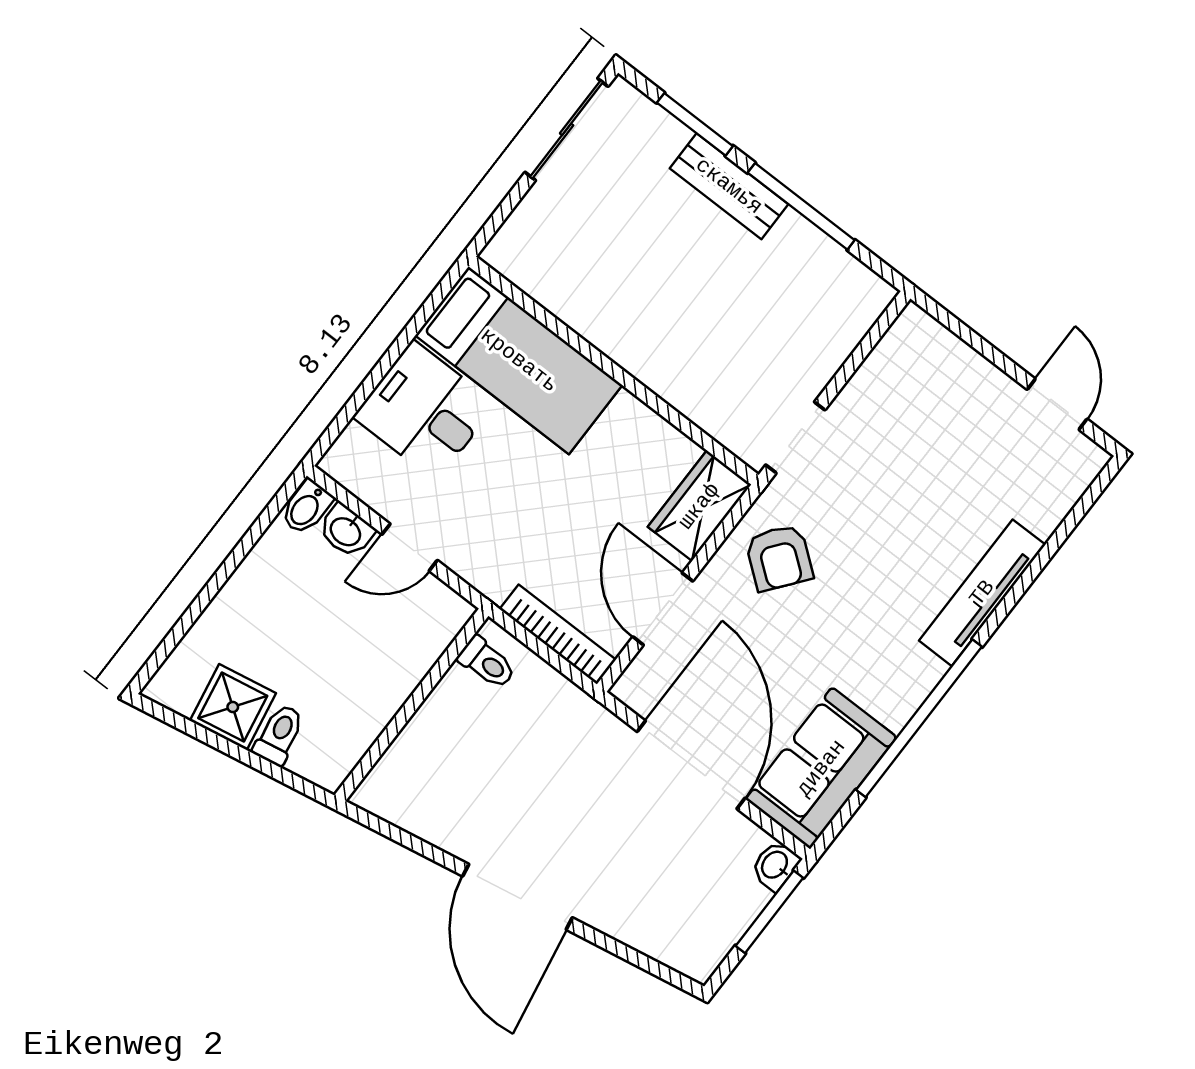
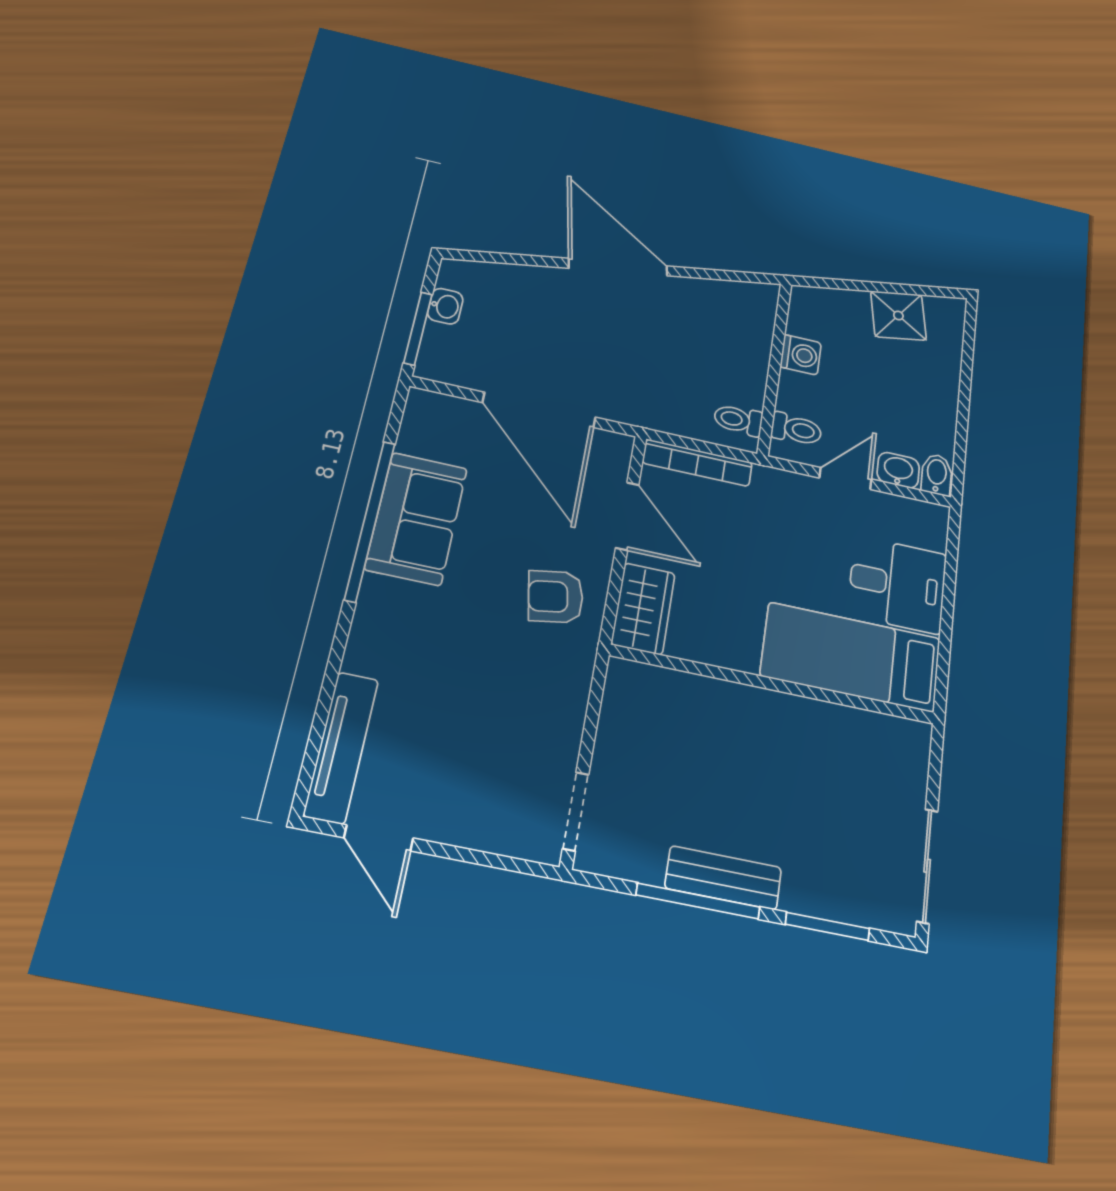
bench: (729, 186) -> (723, 878), moved
doorway: (795, 437) -> (576, 811), moved
armchair: (779, 558) -> (556, 597), turned -48
tv unit: (982, 593) -> (341, 747), moved
washing machine: (374, 708) -> (801, 355), added
toilet: (279, 735) -> (796, 429), moved, turned -80
sofa: (821, 768) -> (416, 518), moved
washbasin: (775, 865) -> (445, 306), moved

